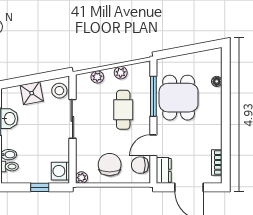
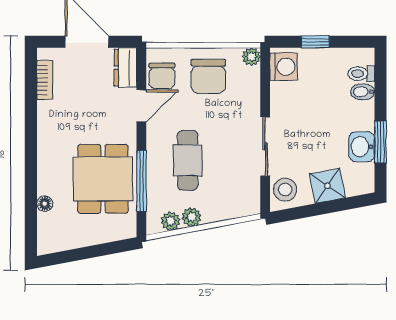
plant: (97, 77) -> (171, 221), moved
chair: (140, 165) -> (162, 76), turned 90

